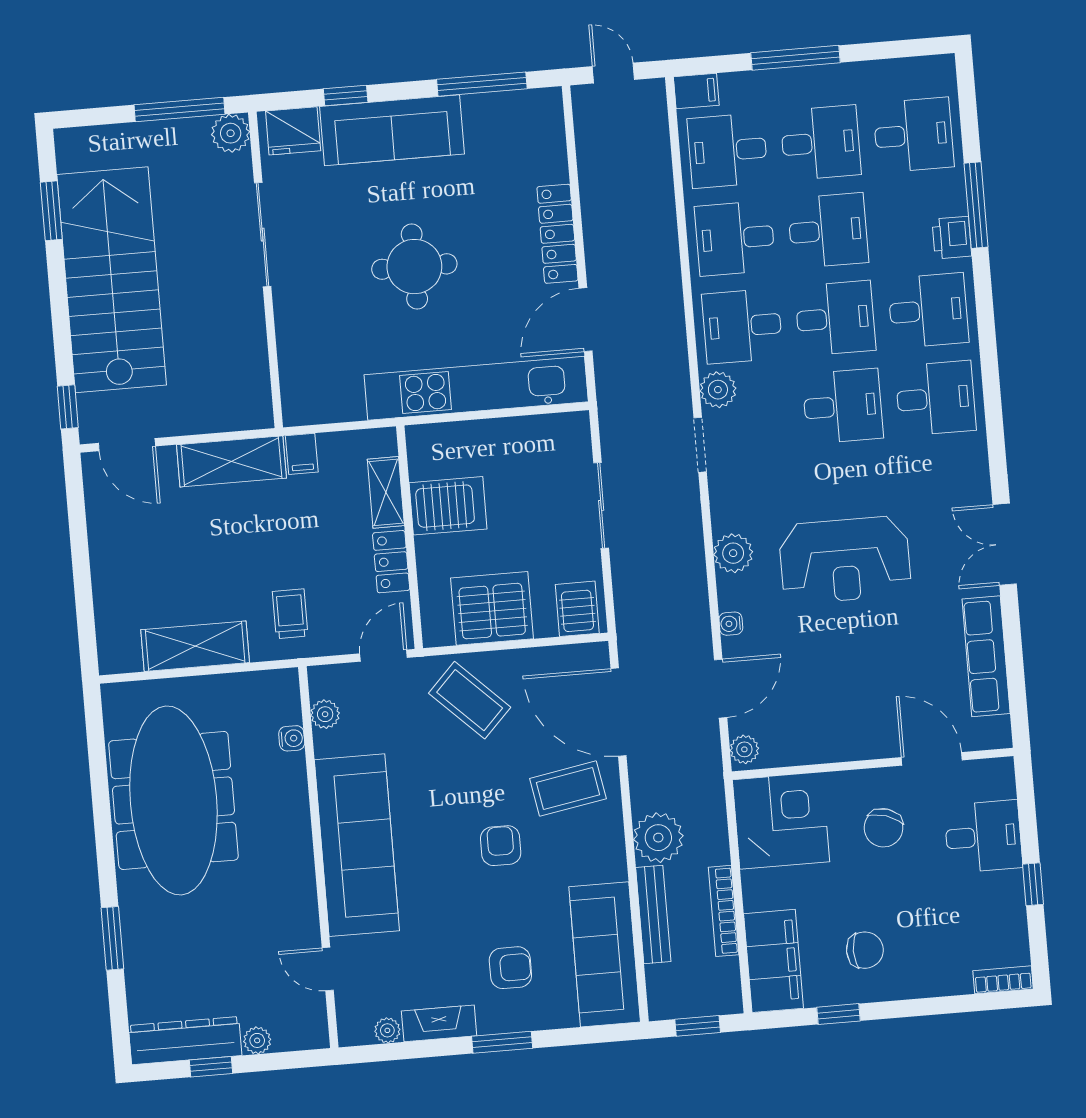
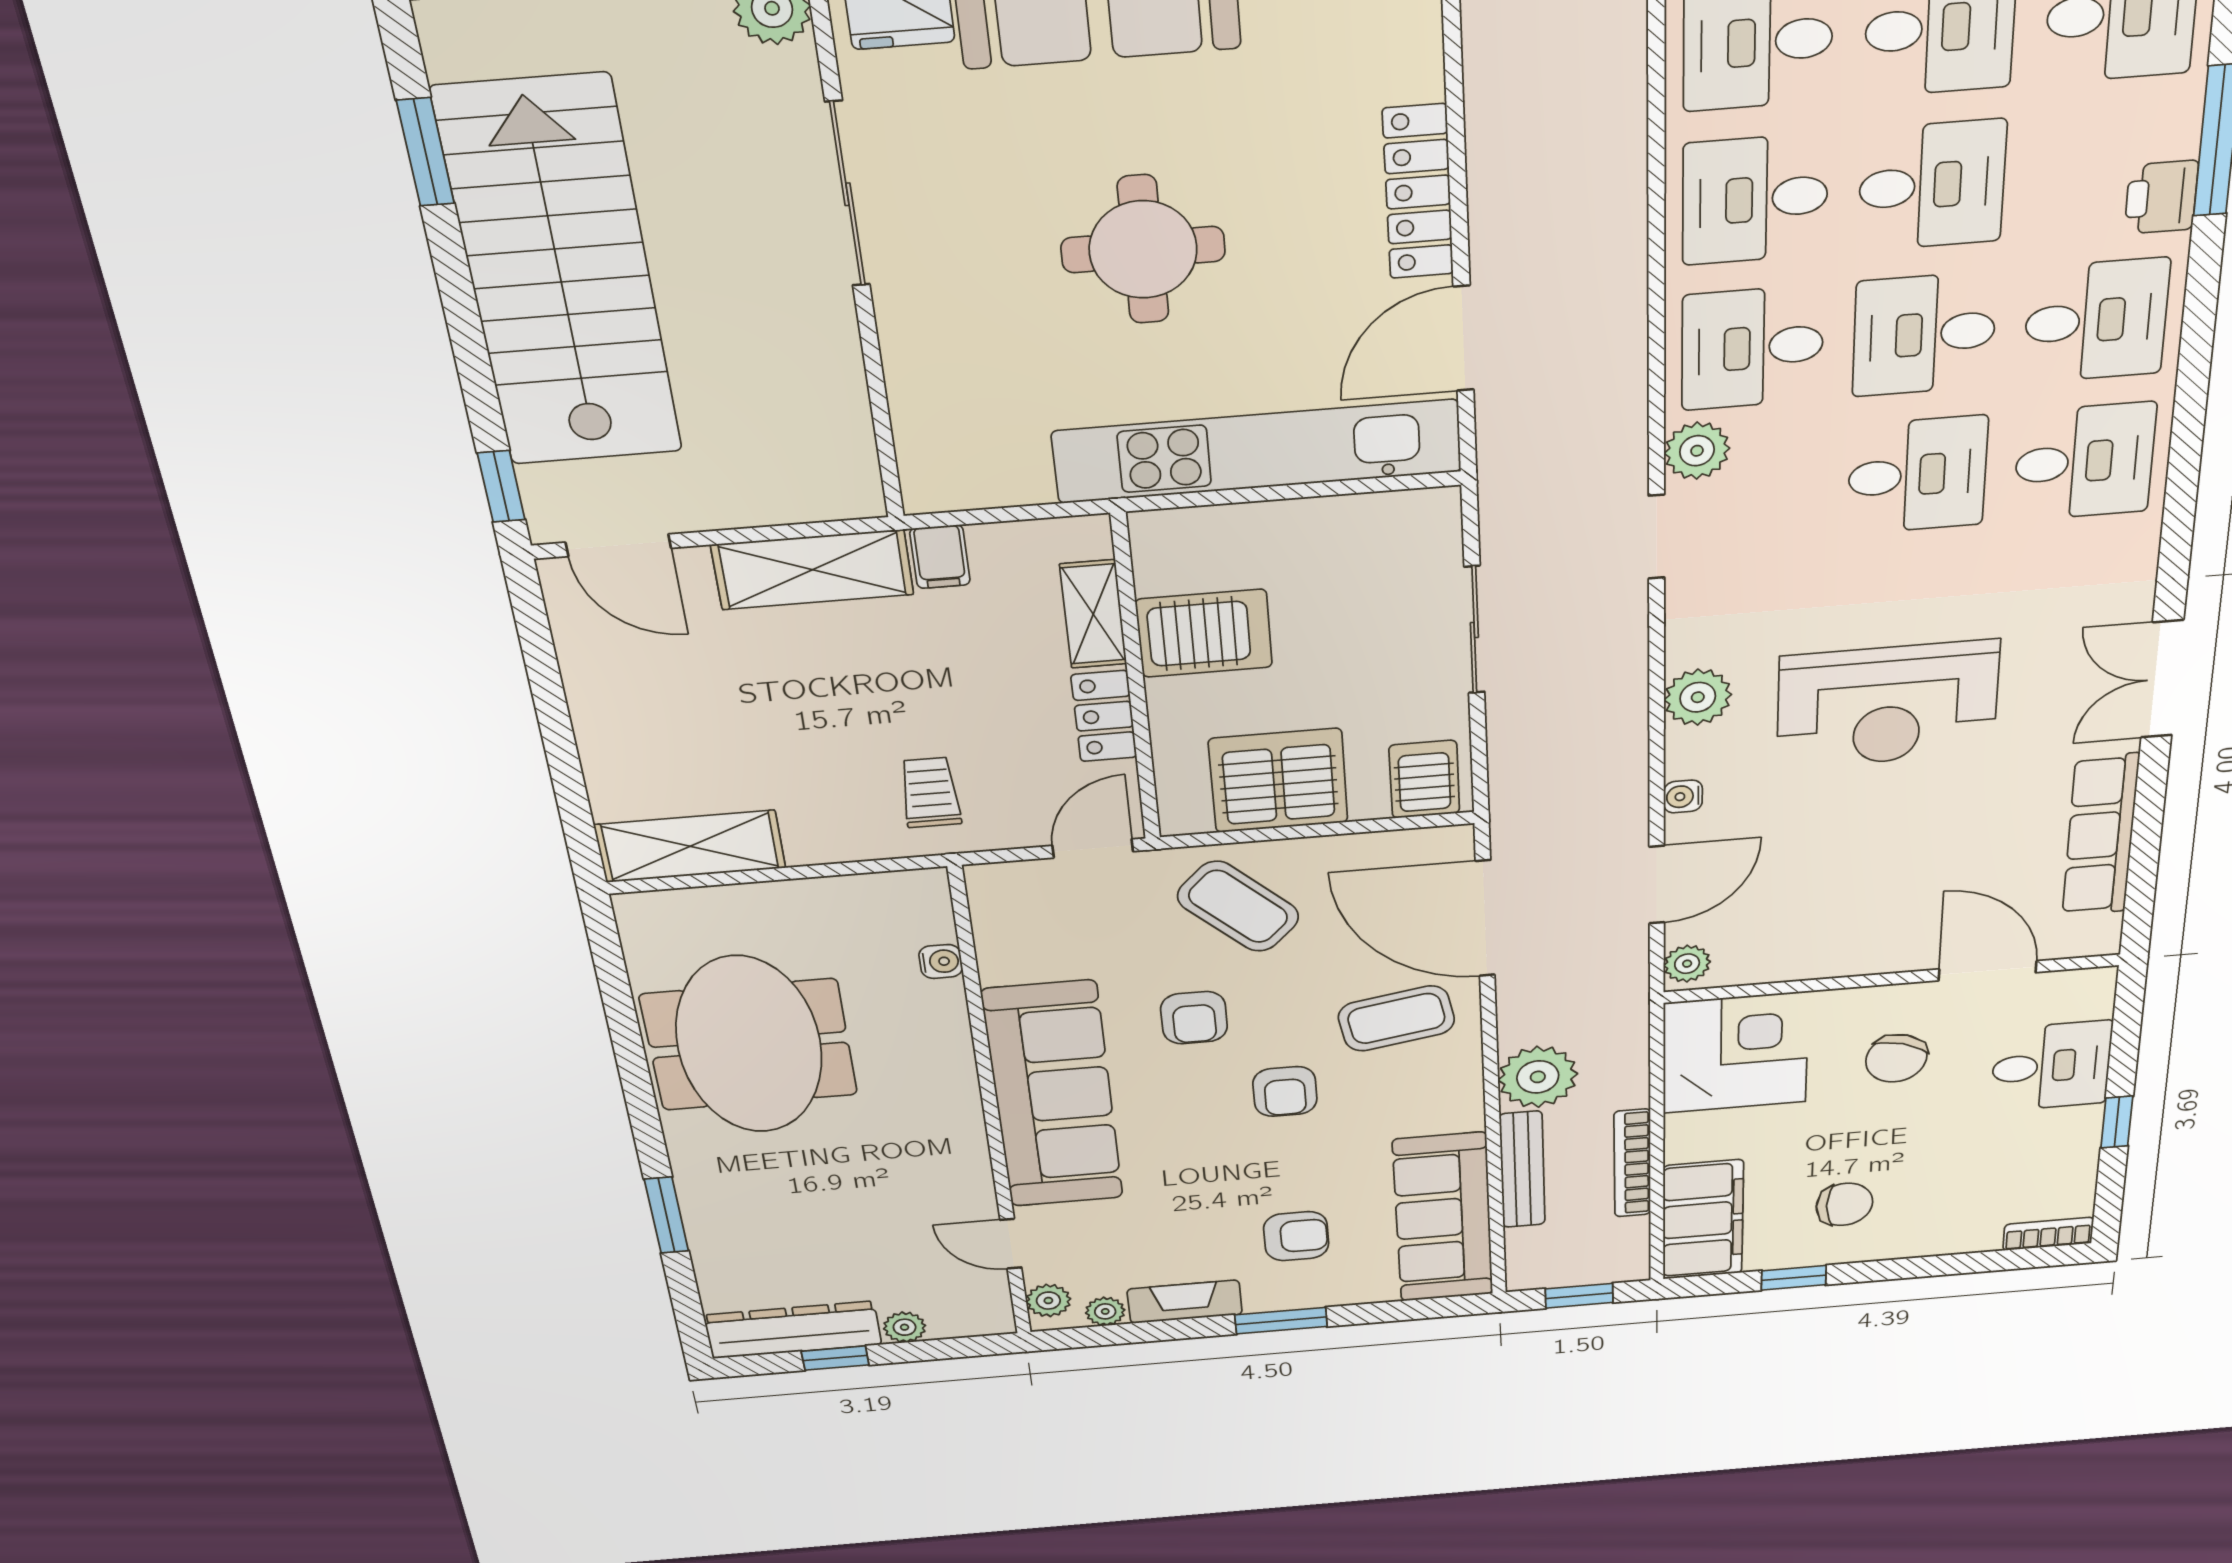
desk: (835, 318) -> (1924, 334), turned 180
shelving: (195, 646) -> (690, 846), moved
plant: (325, 714) -> (1048, 1301), moved
armchair: (444, 785) -> (1194, 1018), added
meeting table: (173, 800) -> (749, 1045), width x0.73
armchair: (501, 846) -> (1285, 1091), turned 180

